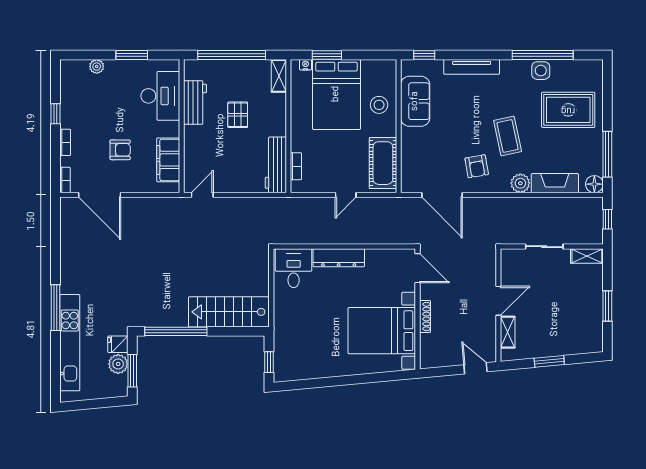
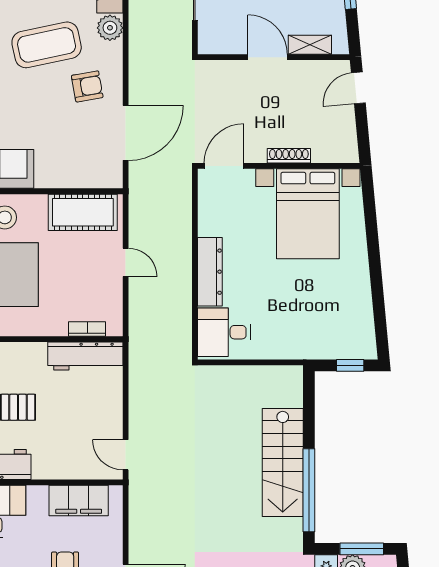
coffee table: (508, 136) -> (47, 45), width x1.36, depth x1.32
stairs: (229, 312) -> (283, 462), moved

